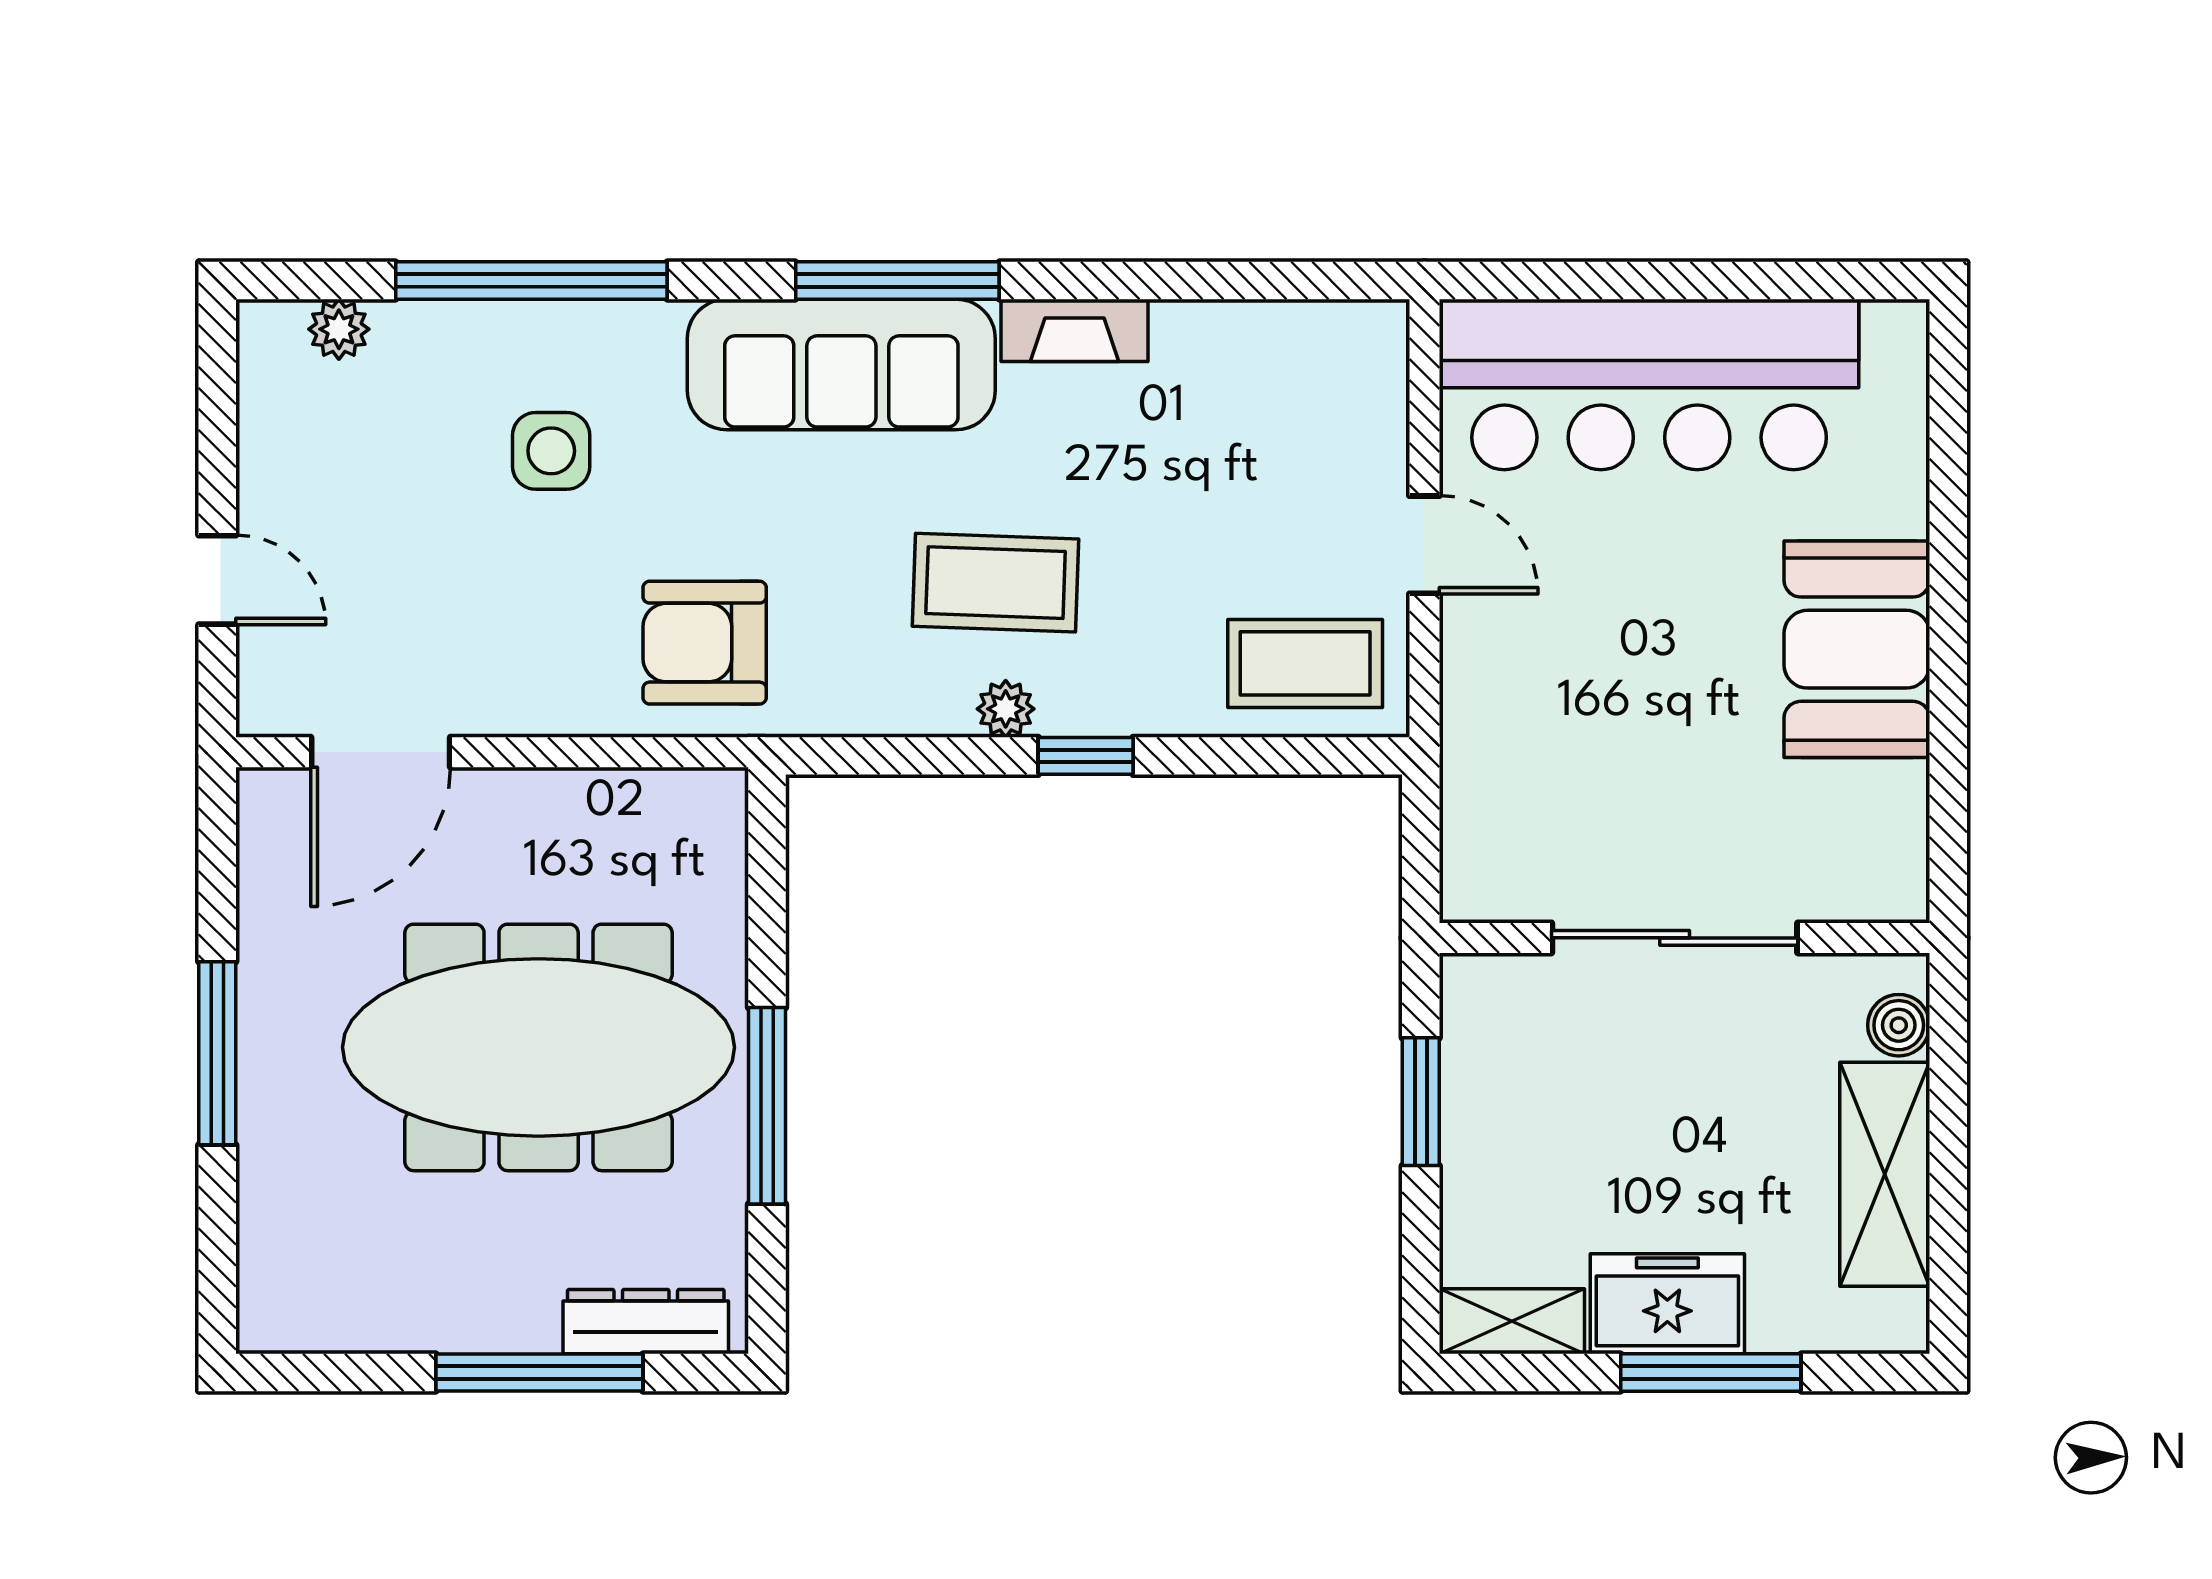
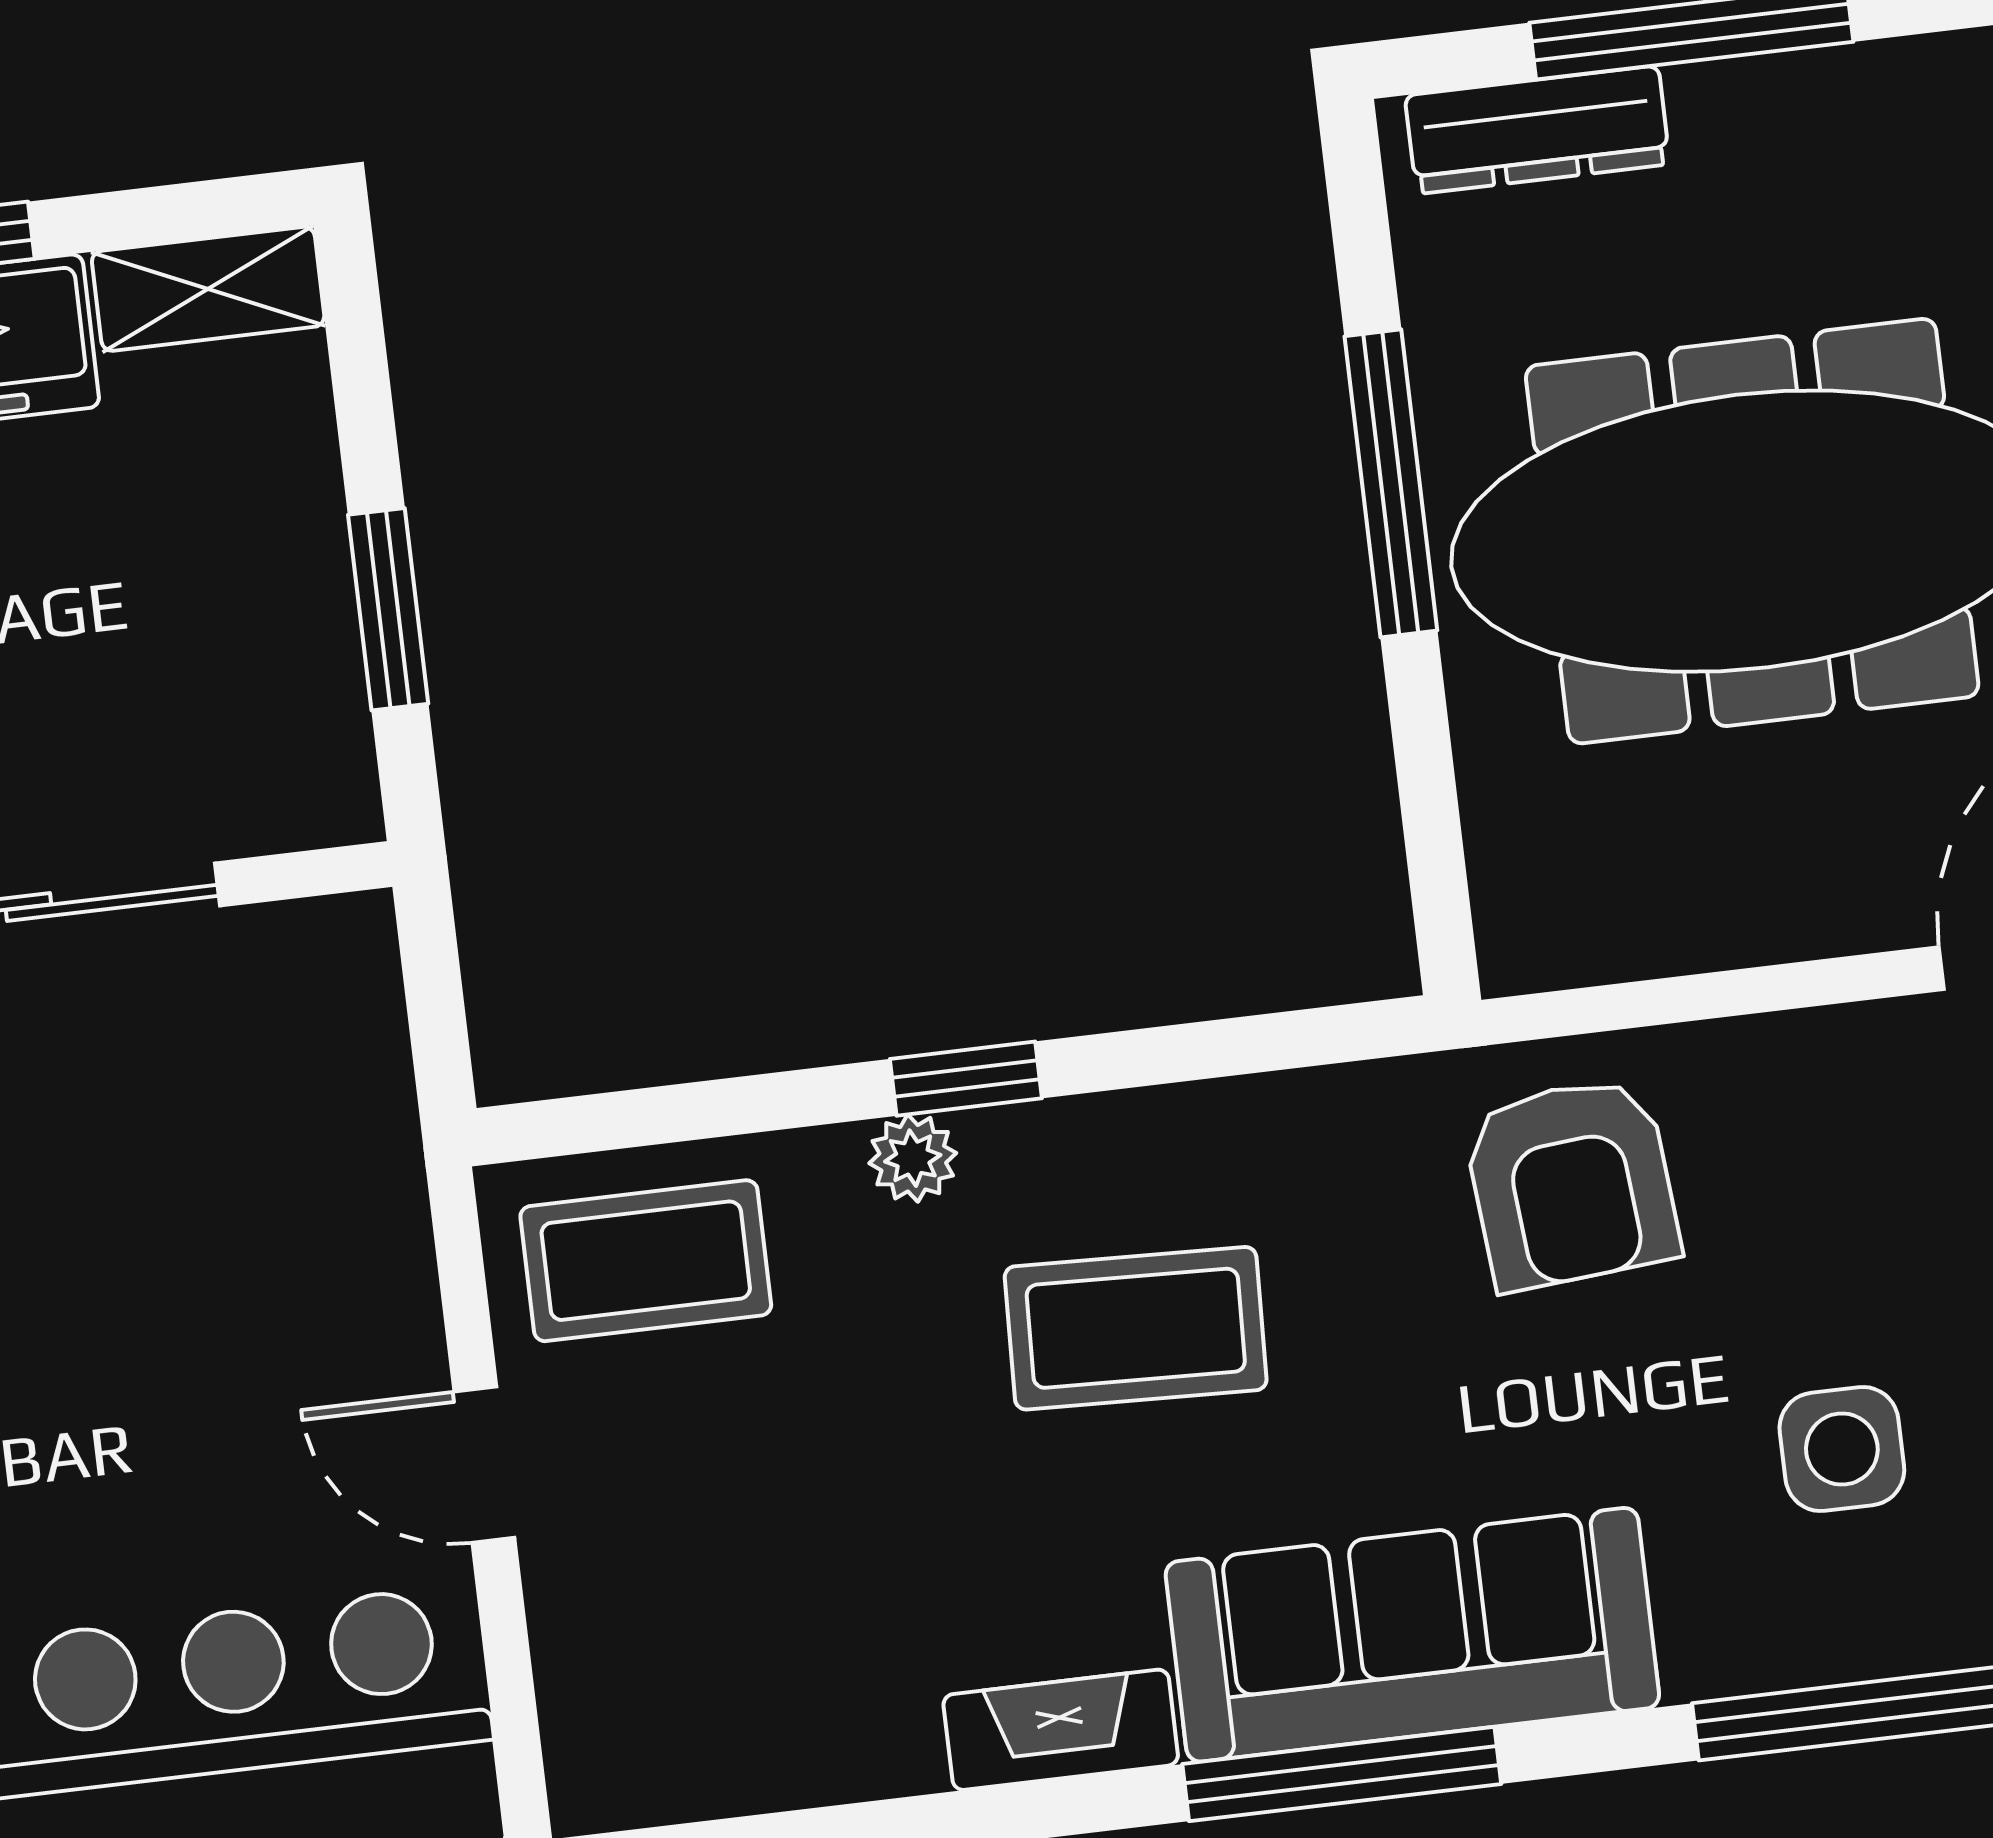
armchair: (705, 643) -> (1571, 1183), turned 85
plant: (1006, 709) -> (913, 1158), moved

